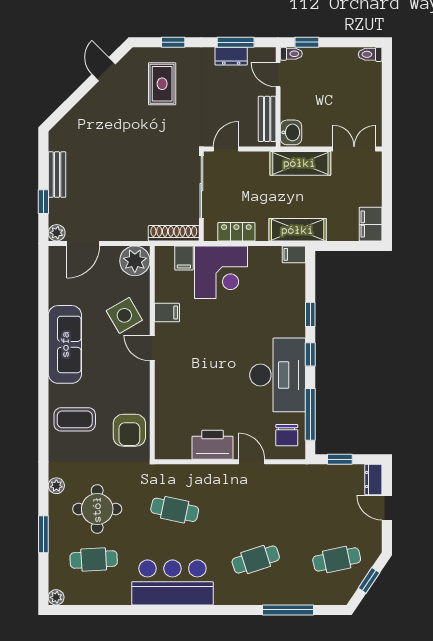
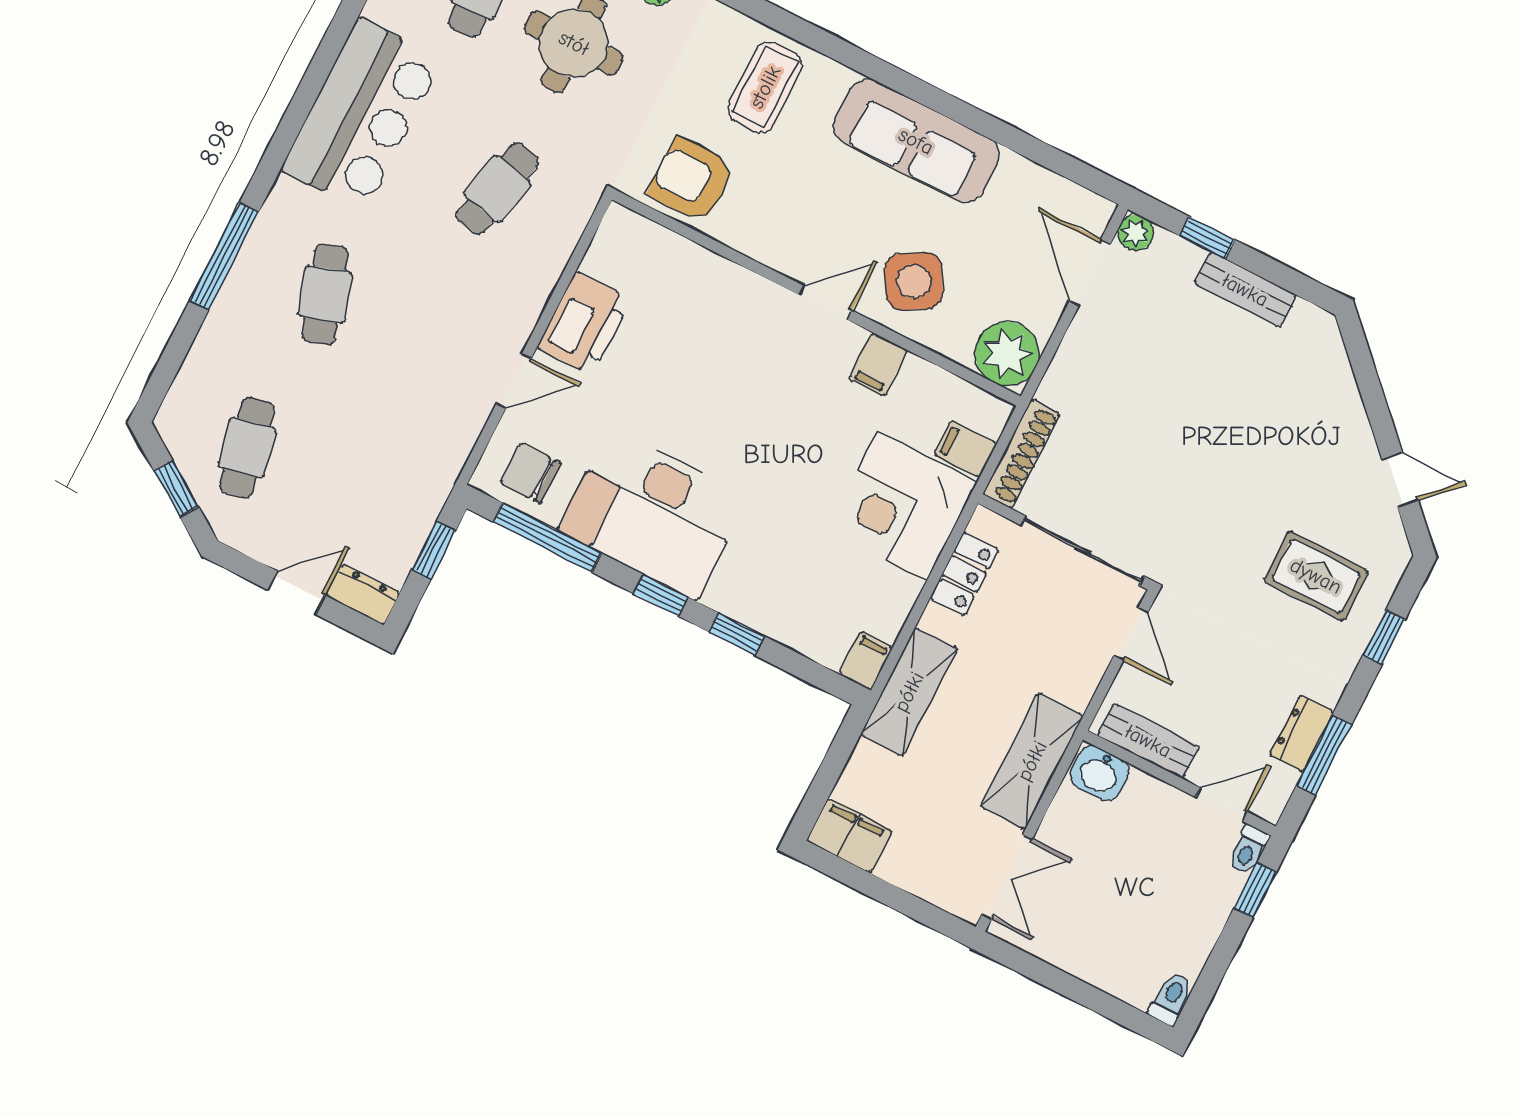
window: (288, 610) -> (224, 256), moved

